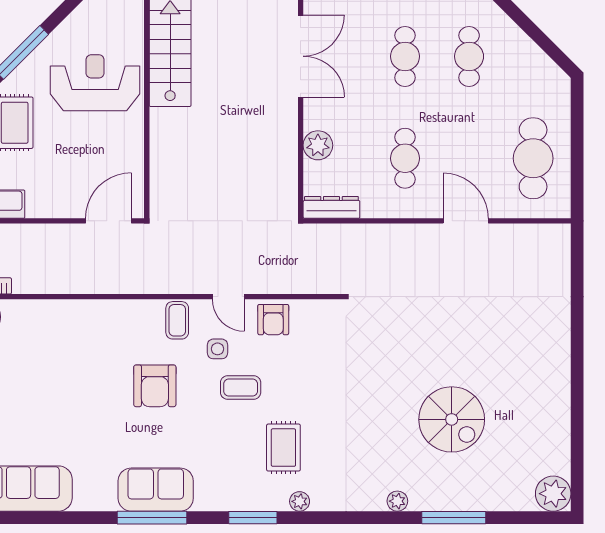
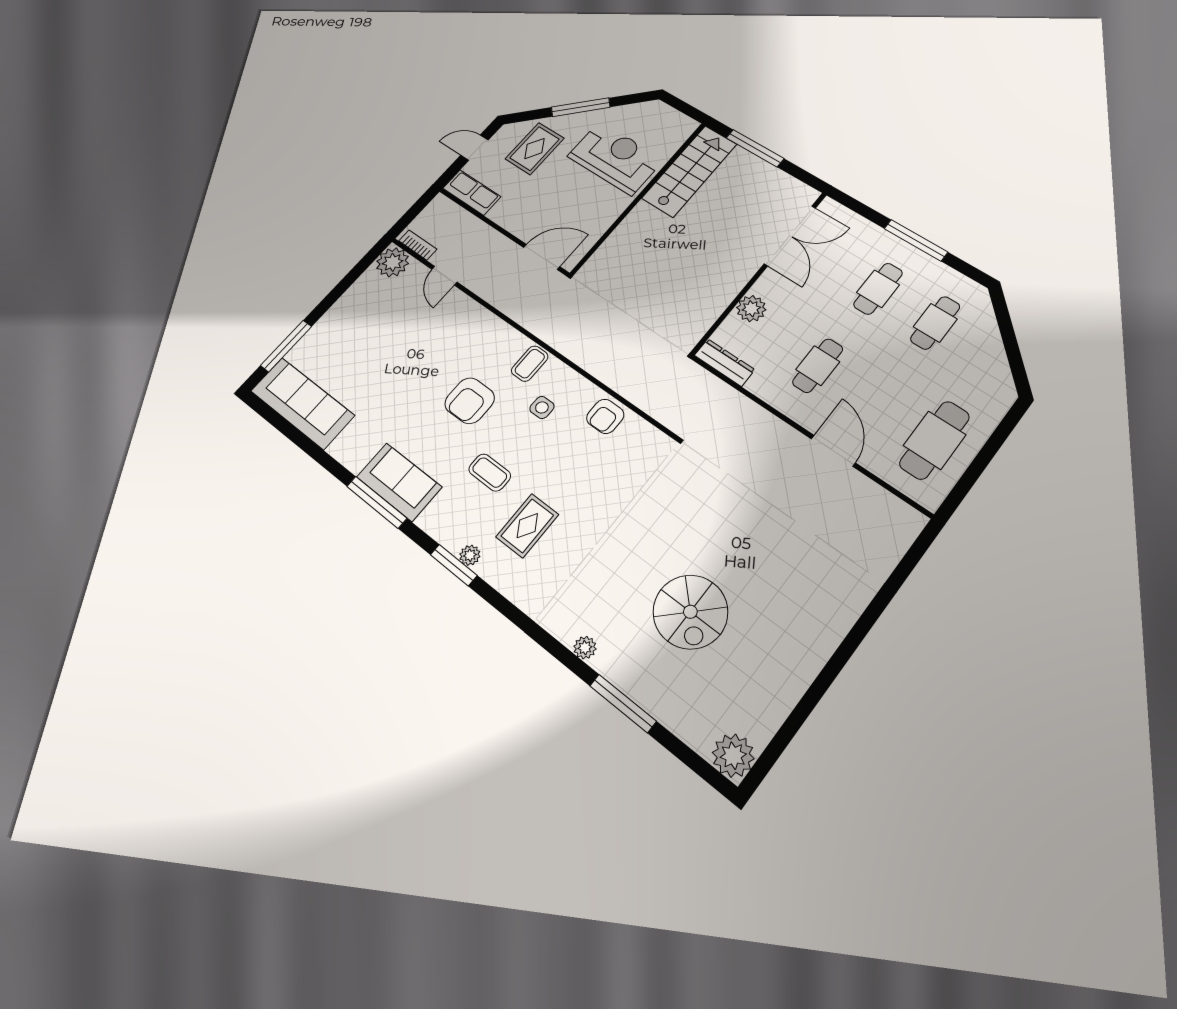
door: (228, 297) -> (444, 276), moved
coffee table: (241, 387) -> (490, 473), moved
plant: (300, 501) -> (470, 555), moved

